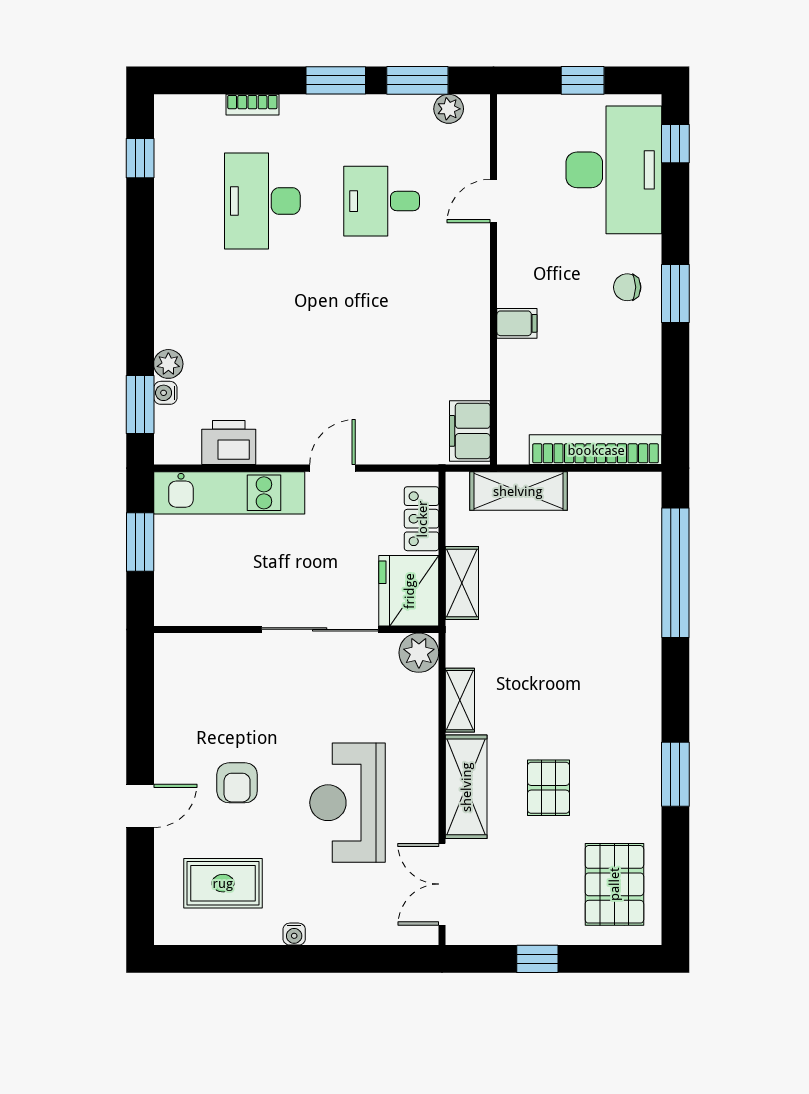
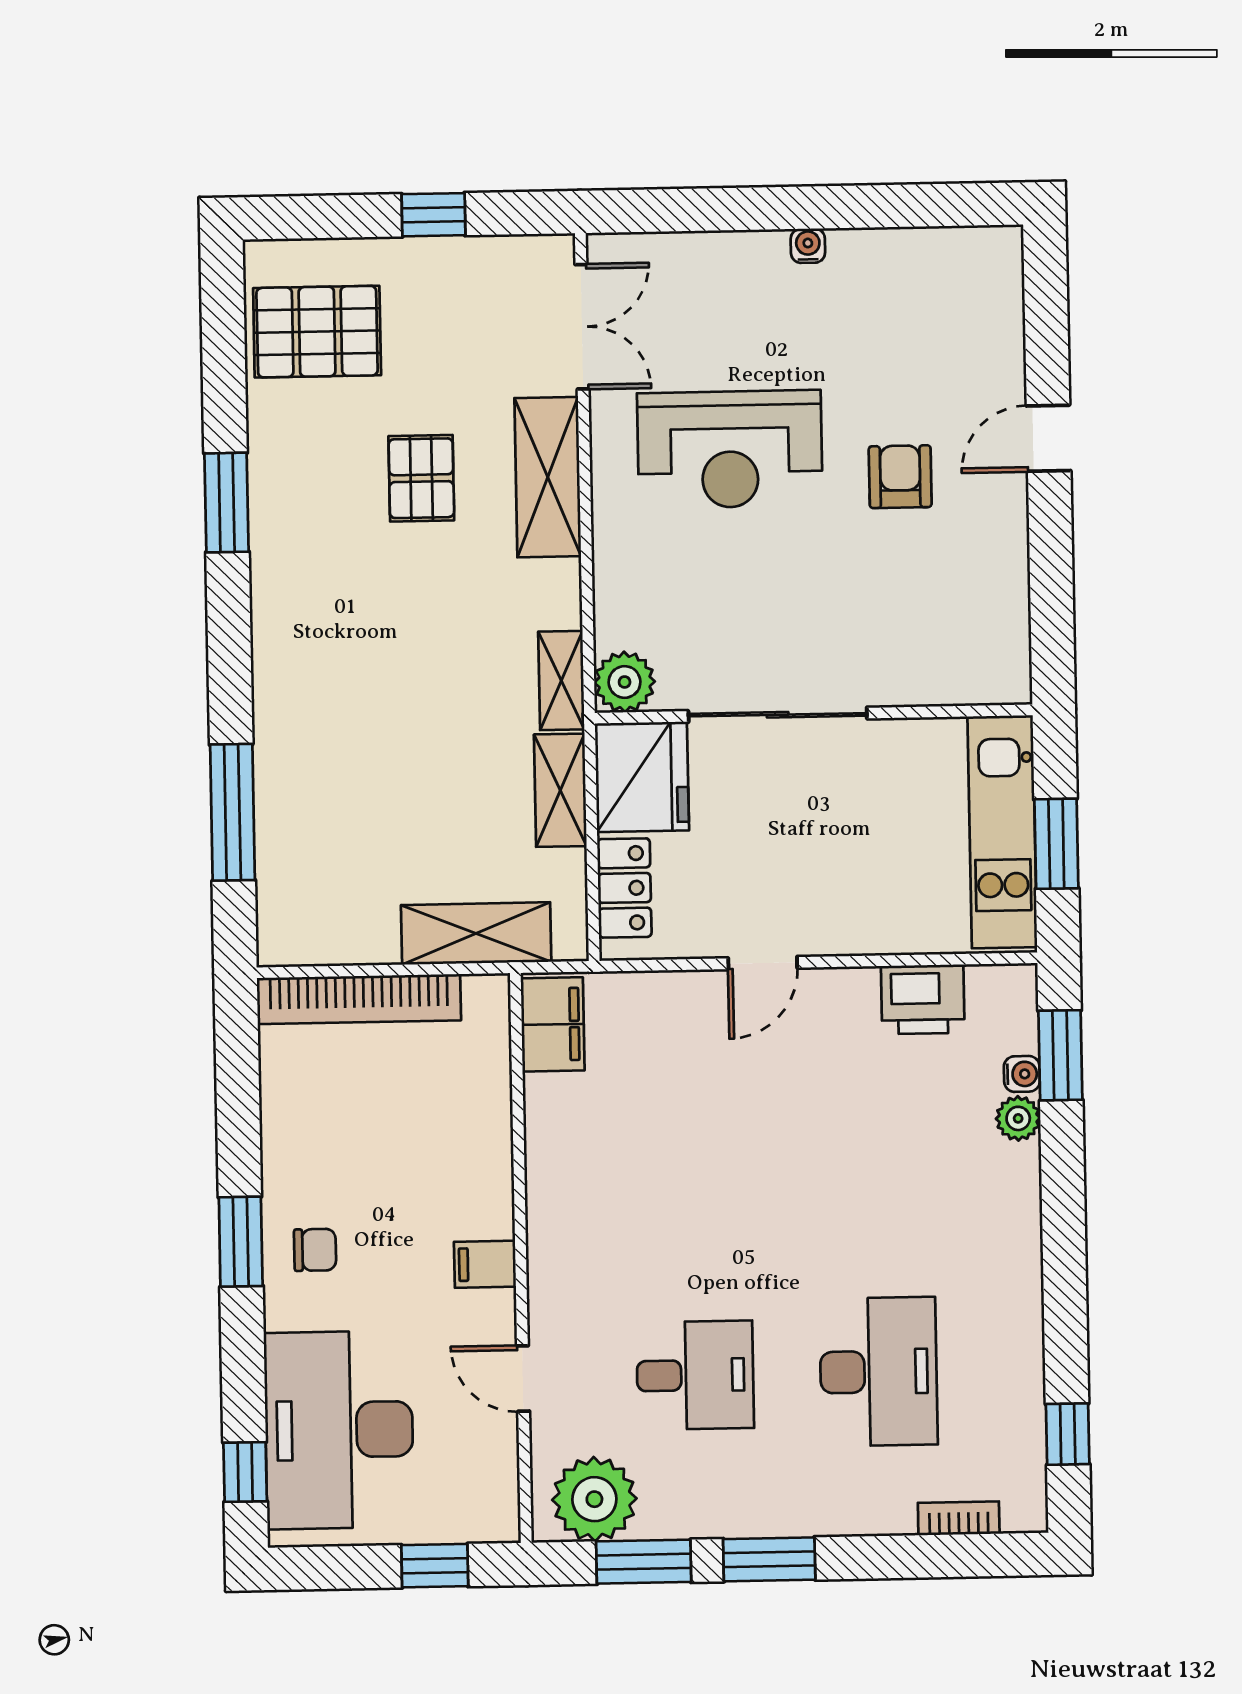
window: (583, 80) -> (435, 1566), moved
bookcase: (252, 105) -> (959, 1518), moved
plant: (449, 109) -> (594, 1499), width x1.88, depth x1.88
door: (494, 201) -> (523, 1378), swing flipped
filing cabinet: (517, 323) -> (485, 1264), moved
kitchen unit: (229, 493) -> (1002, 832), moved, turned -90
window: (675, 573) -> (232, 812), width x0.68
shelving: (460, 700) -> (561, 680), moved
reception desk: (347, 803) -> (730, 449), turned 90
rug: (223, 883) -> (919, 322), removed
pallet: (614, 884) -> (317, 332), turned 90

